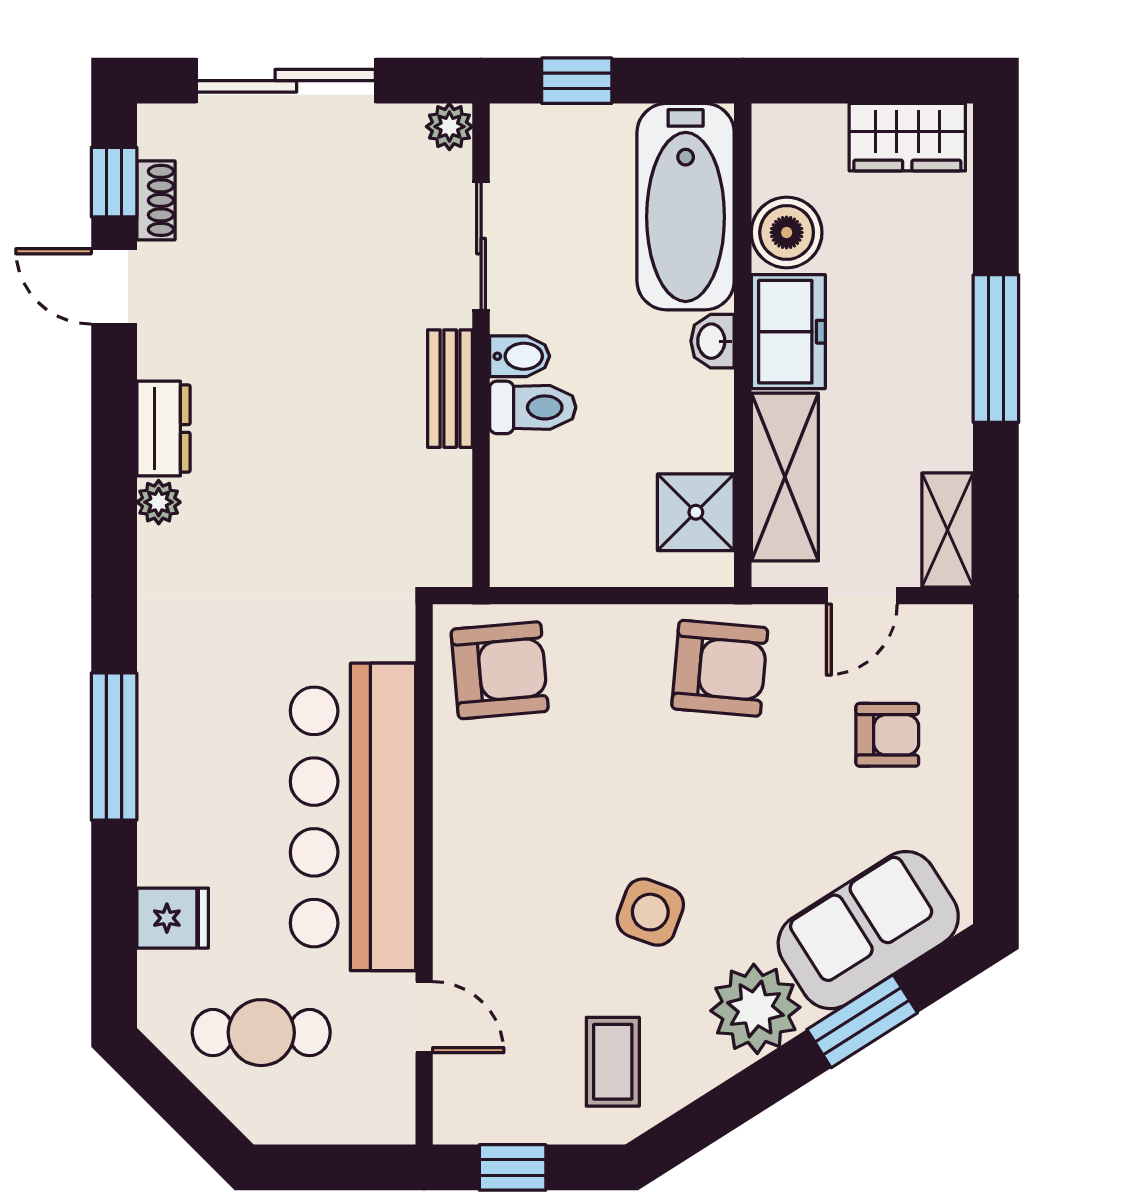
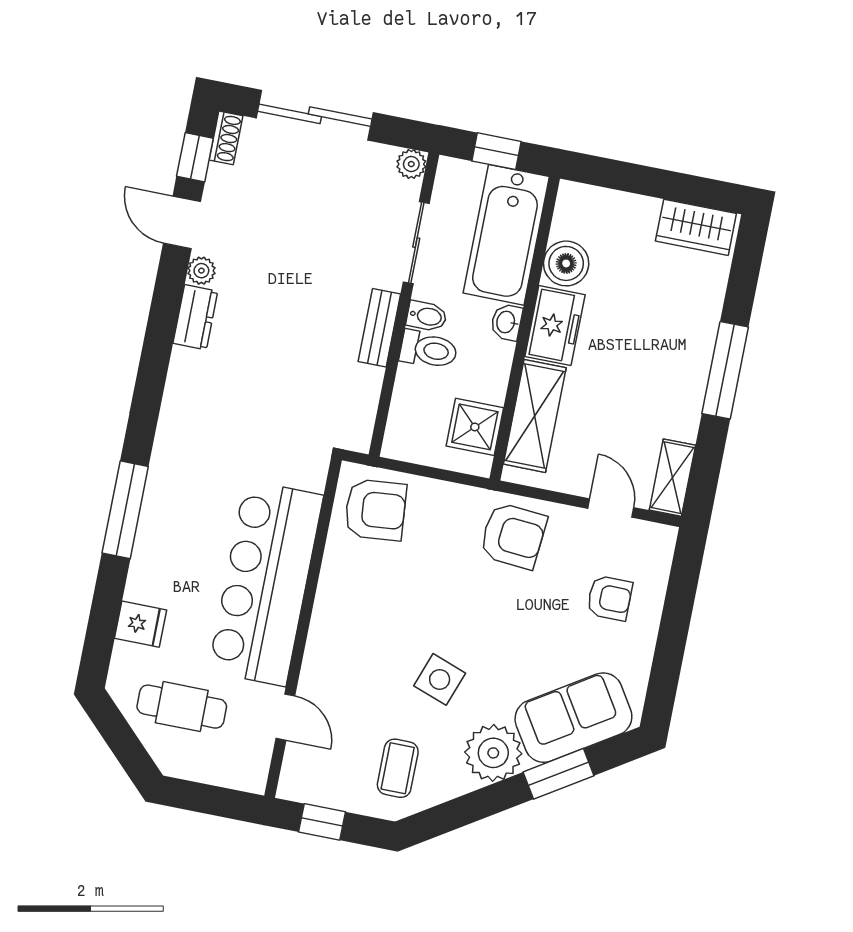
shoe rack: (156, 200) -> (226, 138), moved
bathtub: (686, 207) -> (506, 235), moved
boiler: (787, 232) -> (566, 263), moved
freezer: (788, 332) -> (555, 326), moved
washbasin: (713, 341) -> (506, 322), moved
wall: (743, 345) -> (525, 328), moved
shelving: (785, 477) -> (535, 416), moved
plant: (159, 502) -> (201, 271), moved
shower: (696, 512) -> (475, 427), moved
door: (862, 596) -> (611, 508), swing flipped

